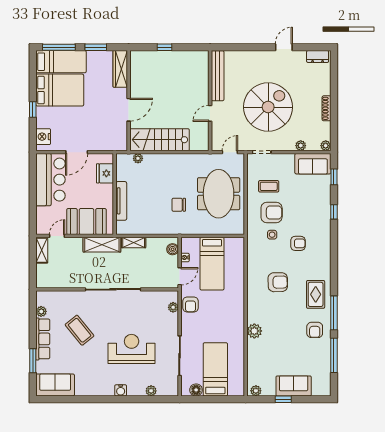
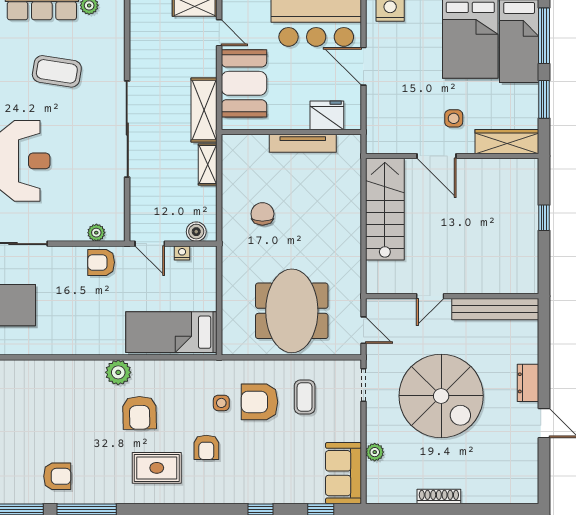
dresser: (318, 57) -> (528, 383), moved
side table: (107, 100) -> (454, 118), added
door: (210, 113) -> (430, 296), swing flipped
plant: (326, 146) -> (375, 495), removed
plant: (138, 158) -> (353, 172), removed
meeting table: (219, 194) -> (292, 311), turned 90
tv unit: (121, 201) -> (303, 143), moved
chair: (179, 205) -> (262, 214), moved
armchair: (272, 212) -> (259, 402), turned 90
bed: (212, 264) -> (171, 332), moved
rug: (316, 294) -> (157, 468), moved
coffee table: (80, 330) -> (57, 71), turned 48
armchair: (315, 330) -> (57, 476), turned 180
plant: (254, 331) -> (118, 372), moved

